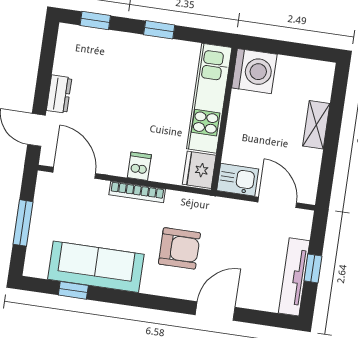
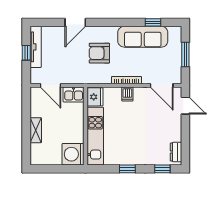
dresser: (59, 94) -> (176, 152), moved

